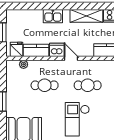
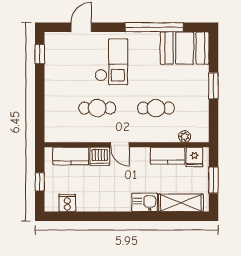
shelving: (86, 16) -> (181, 203), moved
dishwasher: (57, 50) -> (100, 156), moved

